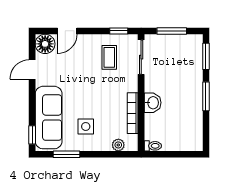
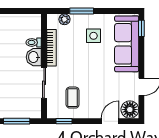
sliding door: (141, 57) -> (44, 83), moved
toilet: (153, 146) -> (34, 42), moved
window: (67, 154) -> (82, 11), moved

